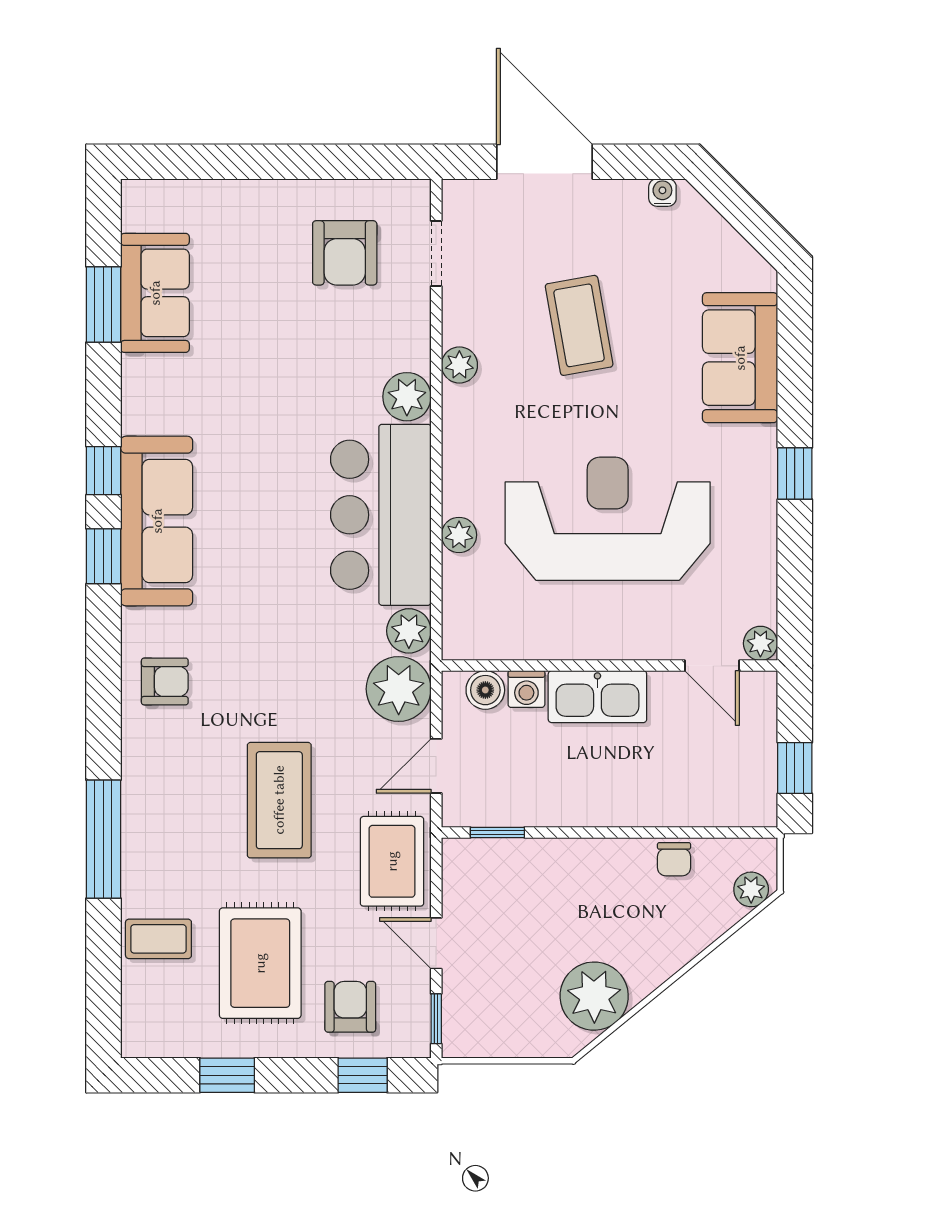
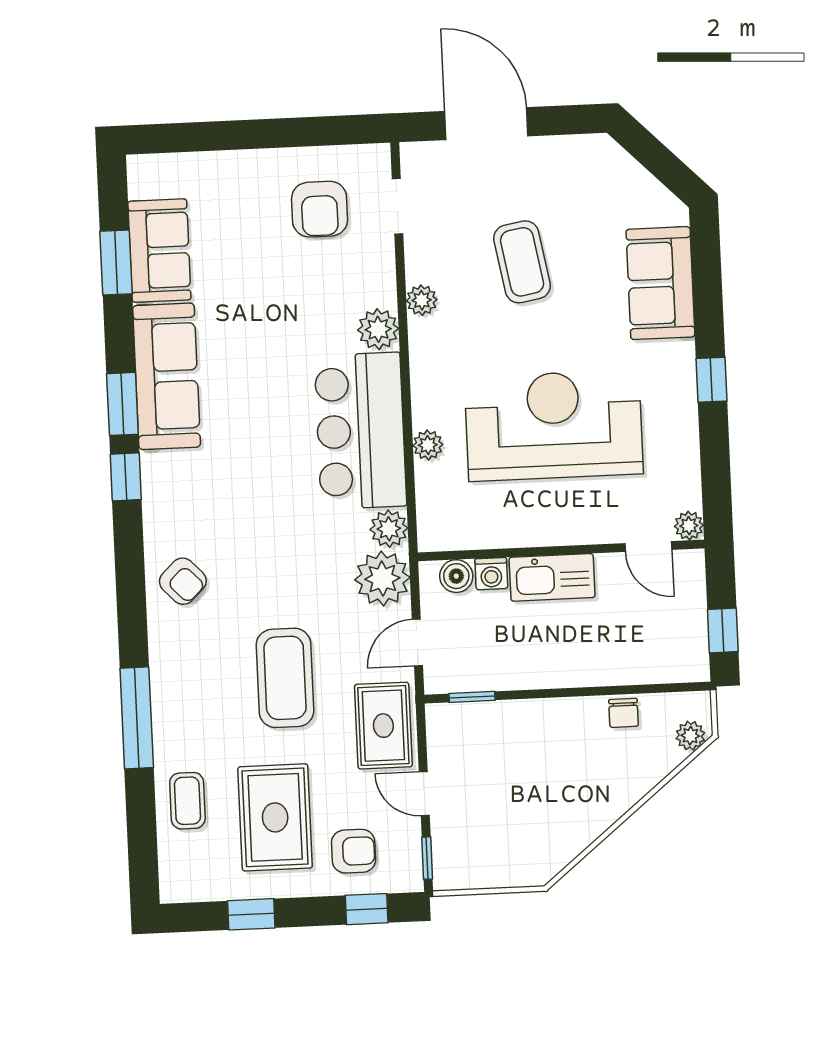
water cooler: (662, 193) -> (588, 145), removed
window: (103, 471) -> (122, 404), width x1.50
sofa: (157, 521) -> (167, 376), moved
armchair: (165, 681) -> (183, 581), turned 46
coffee table: (158, 939) -> (187, 801), turned 90
plant: (594, 996) -> (561, 833), removed
armchair: (350, 1007) -> (353, 851), turned 90

